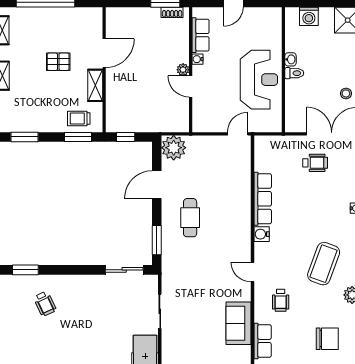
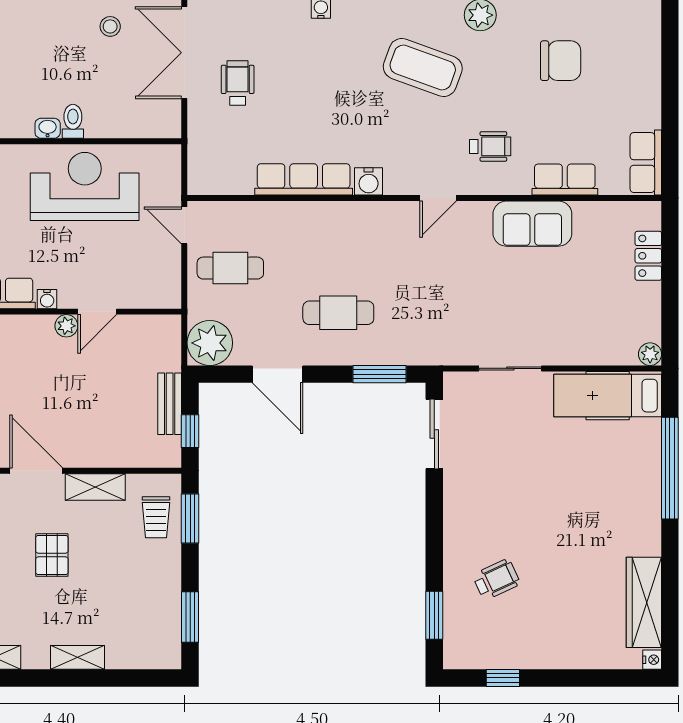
bench: (141, 126) -> (170, 404), added
cafe table: (214, 159) -> (230, 268), added
chair: (327, 339) -> (561, 61), turned 90

